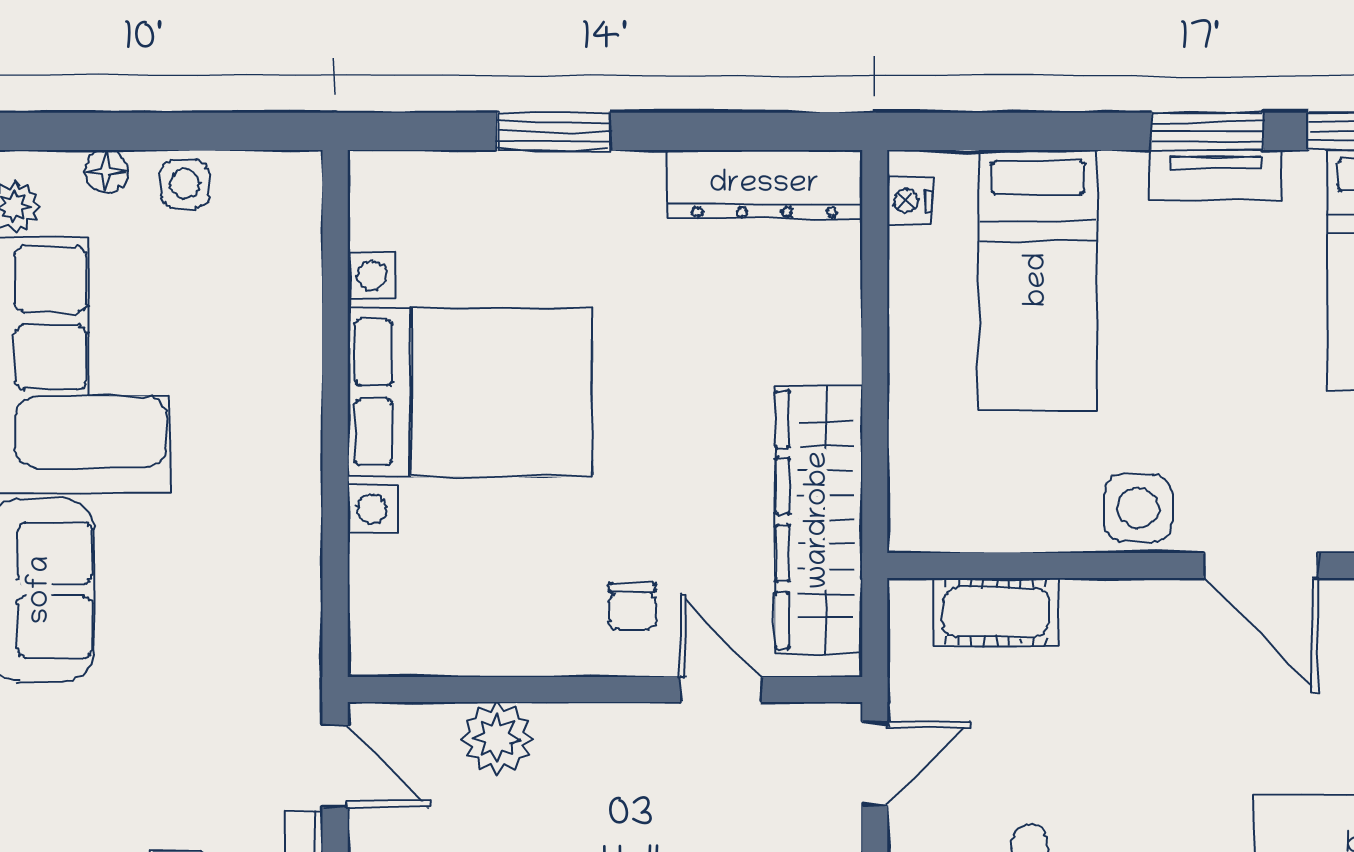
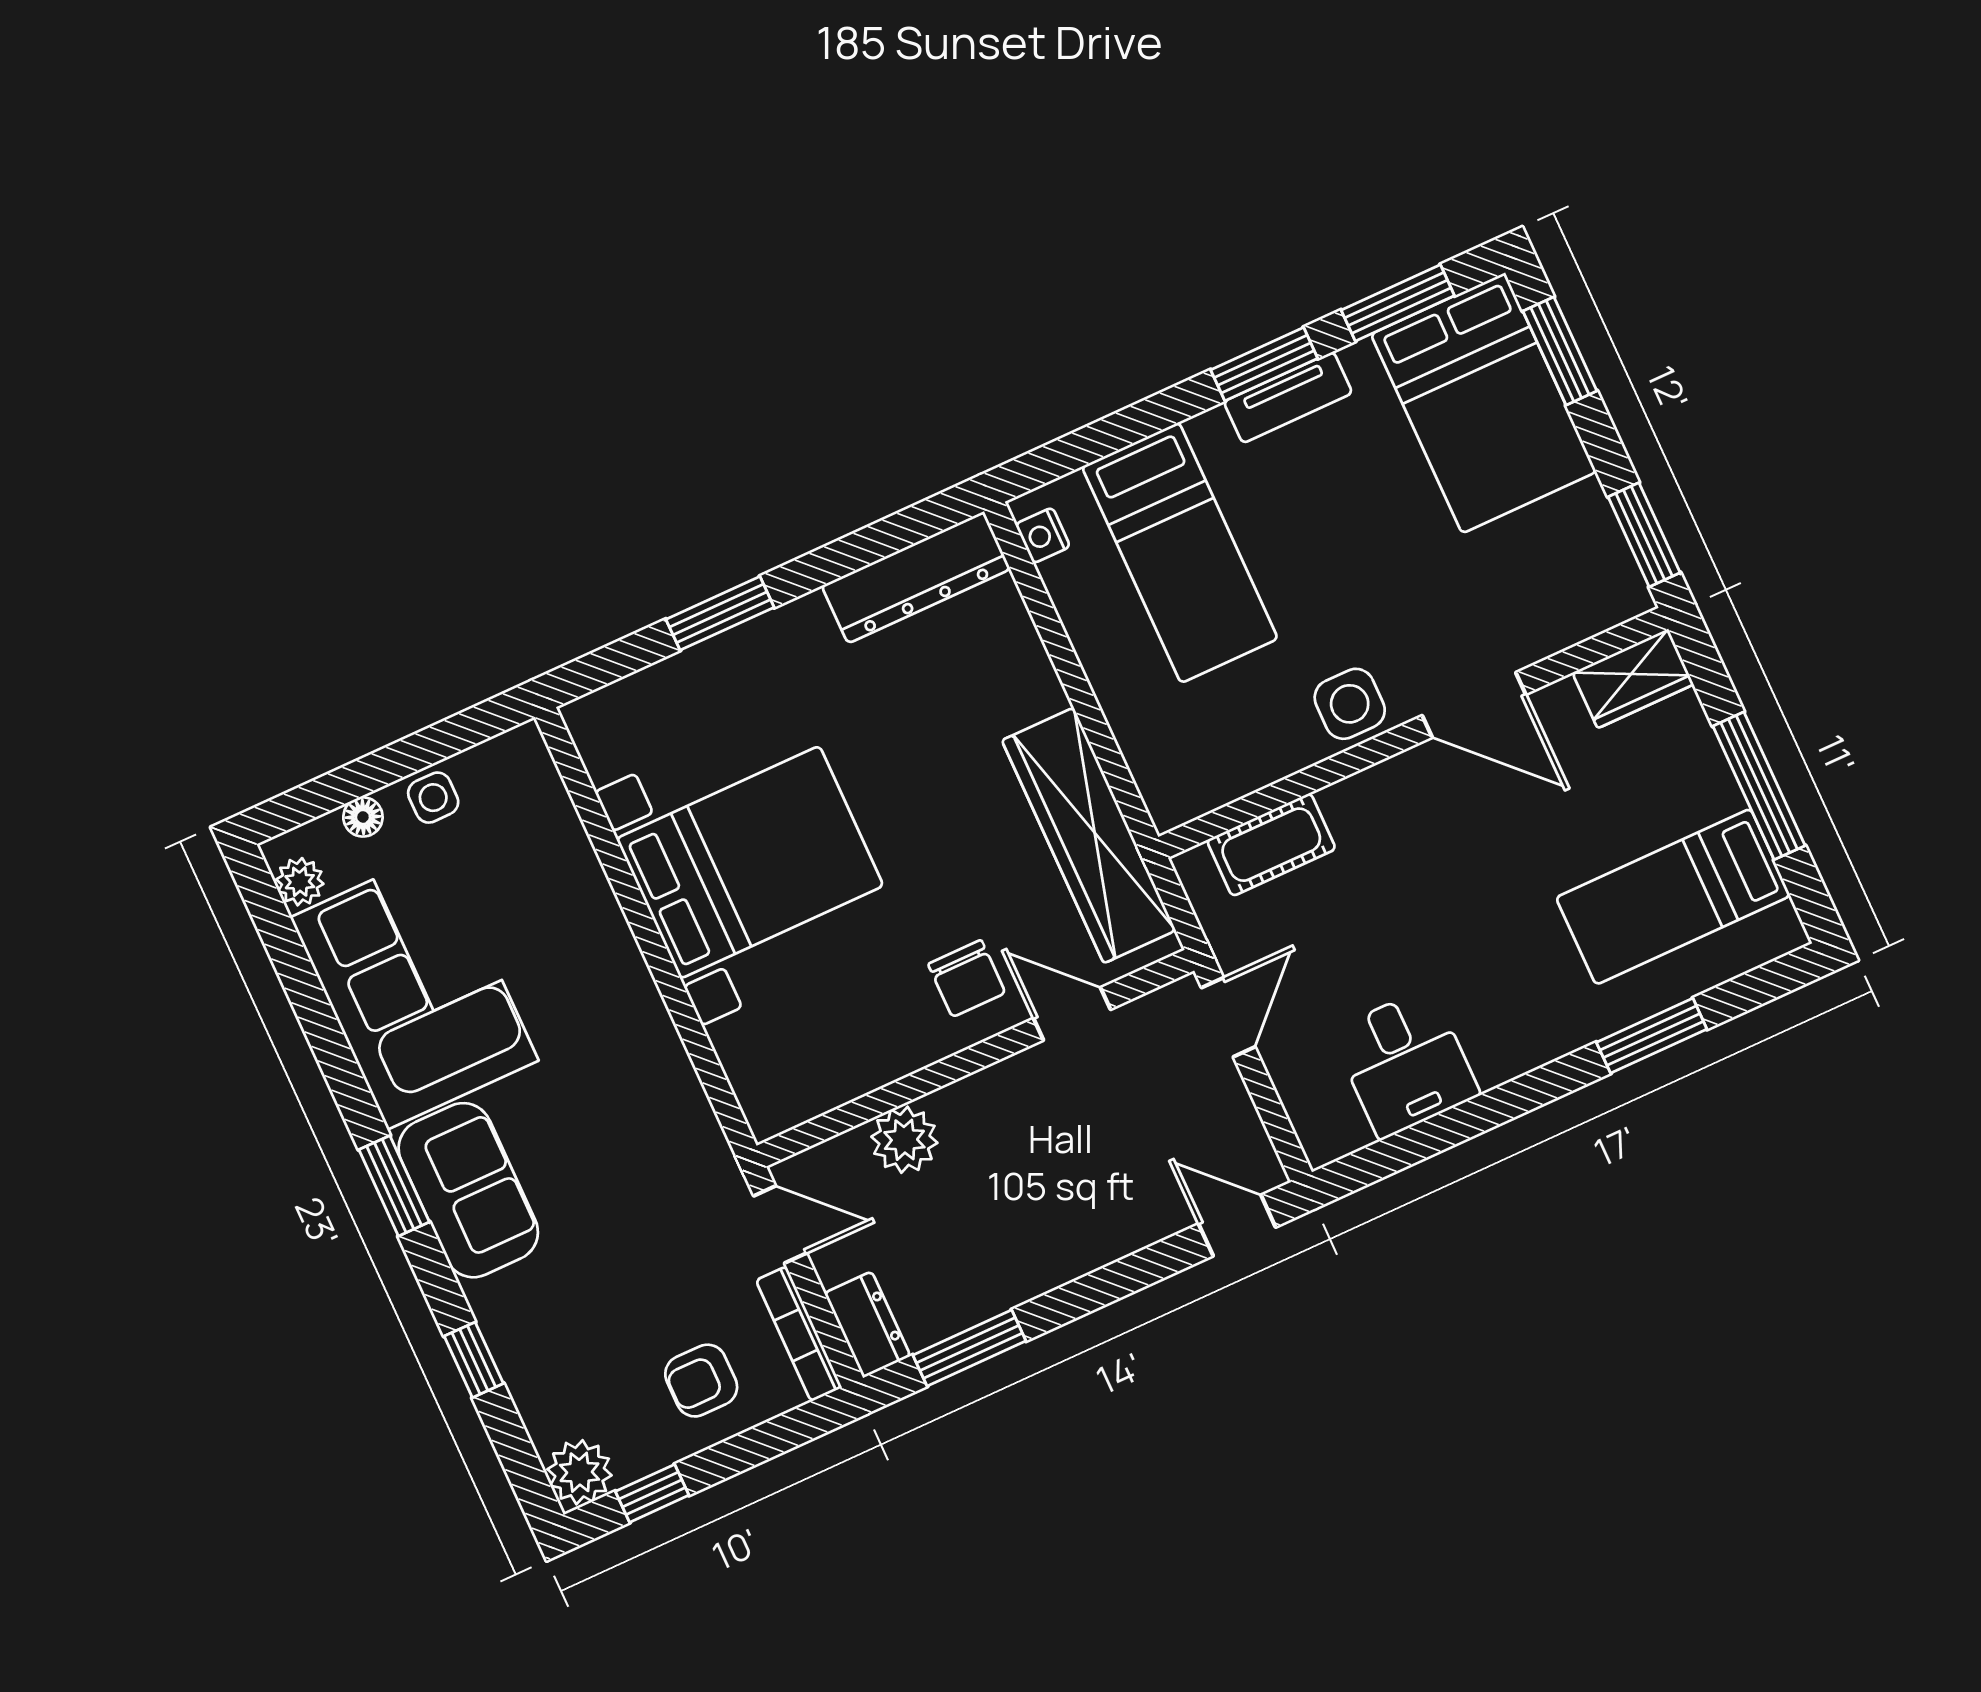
chair: (632, 606) -> (967, 978), width x1.37, depth x1.37

